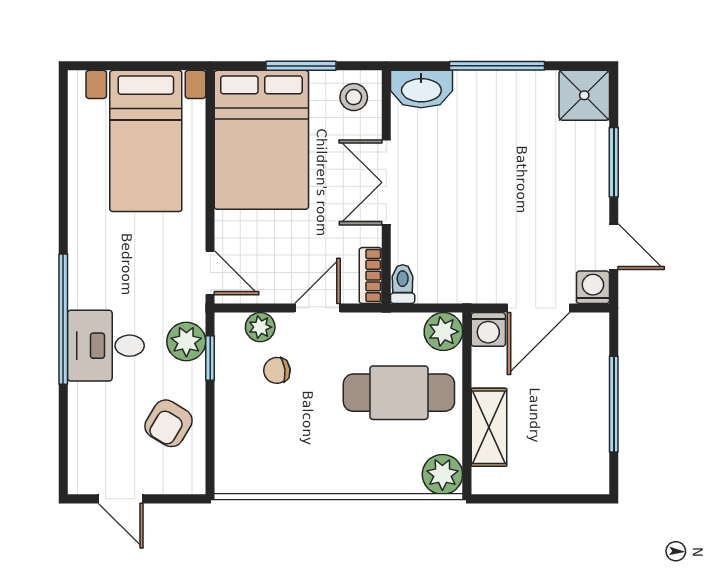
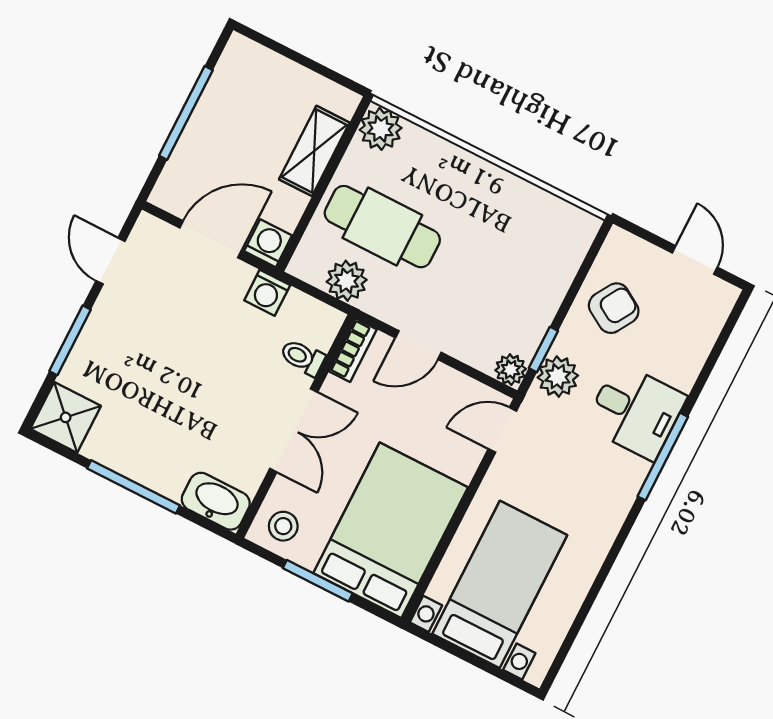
door: (210, 273) -> (502, 430), hinge flipped
toilet: (403, 284) -> (302, 357), moved, turned 90
washing machine: (593, 287) -> (267, 293), moved
window: (63, 319) -> (663, 457), width x0.68
plant: (260, 327) -> (511, 370), moved
plant: (443, 332) -> (347, 281), moved
chair: (277, 370) -> (486, 306), removed

